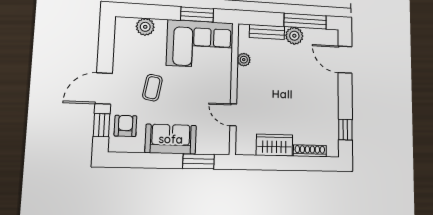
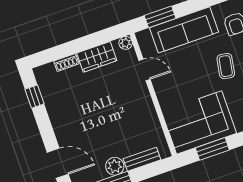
plant: (244, 60) -> (126, 43), moved
sofa: (171, 139) -> (184, 30), width x1.36
shoe rack: (310, 151) -> (66, 62), width x0.70

